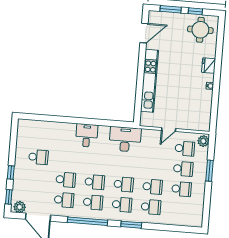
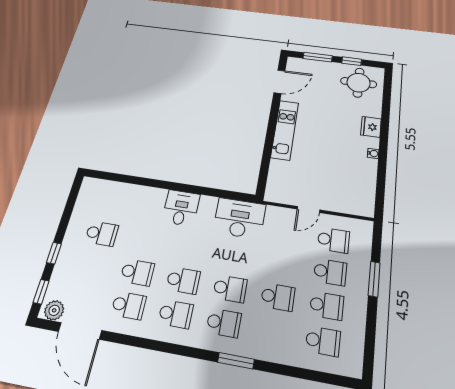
kitchen unit: (149, 81) -> (285, 130), width x0.73
plant: (203, 141) -> (364, 231), removed
school desk: (151, 207) -> (323, 341), moved
window: (88, 221) -> (161, 346), removed

